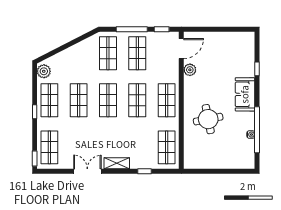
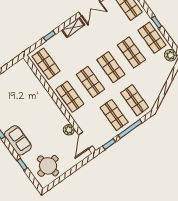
round table: (208, 119) -> (48, 166), moved

